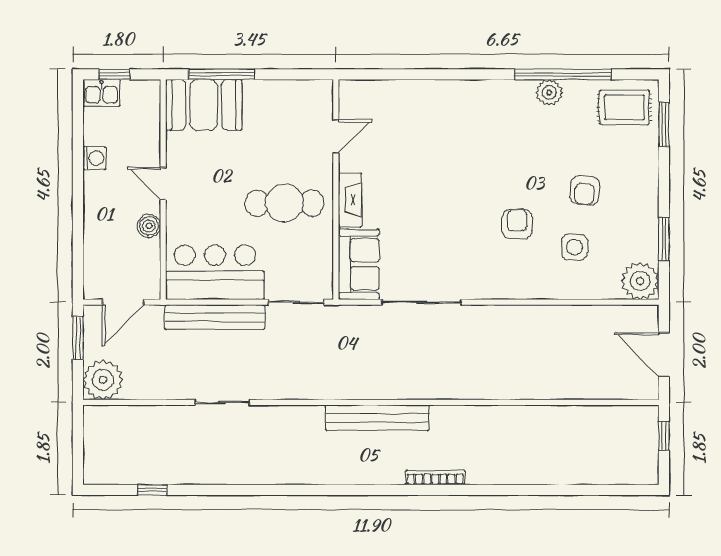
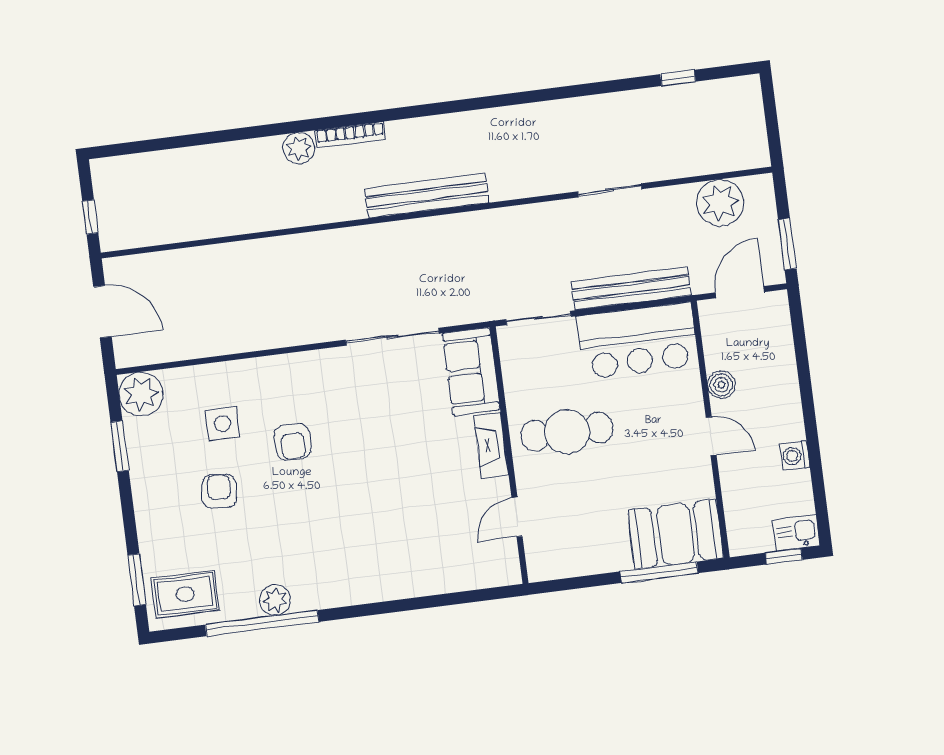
plant: (103, 380) -> (720, 203), moved
plant: (480, 472) -> (299, 148), added

